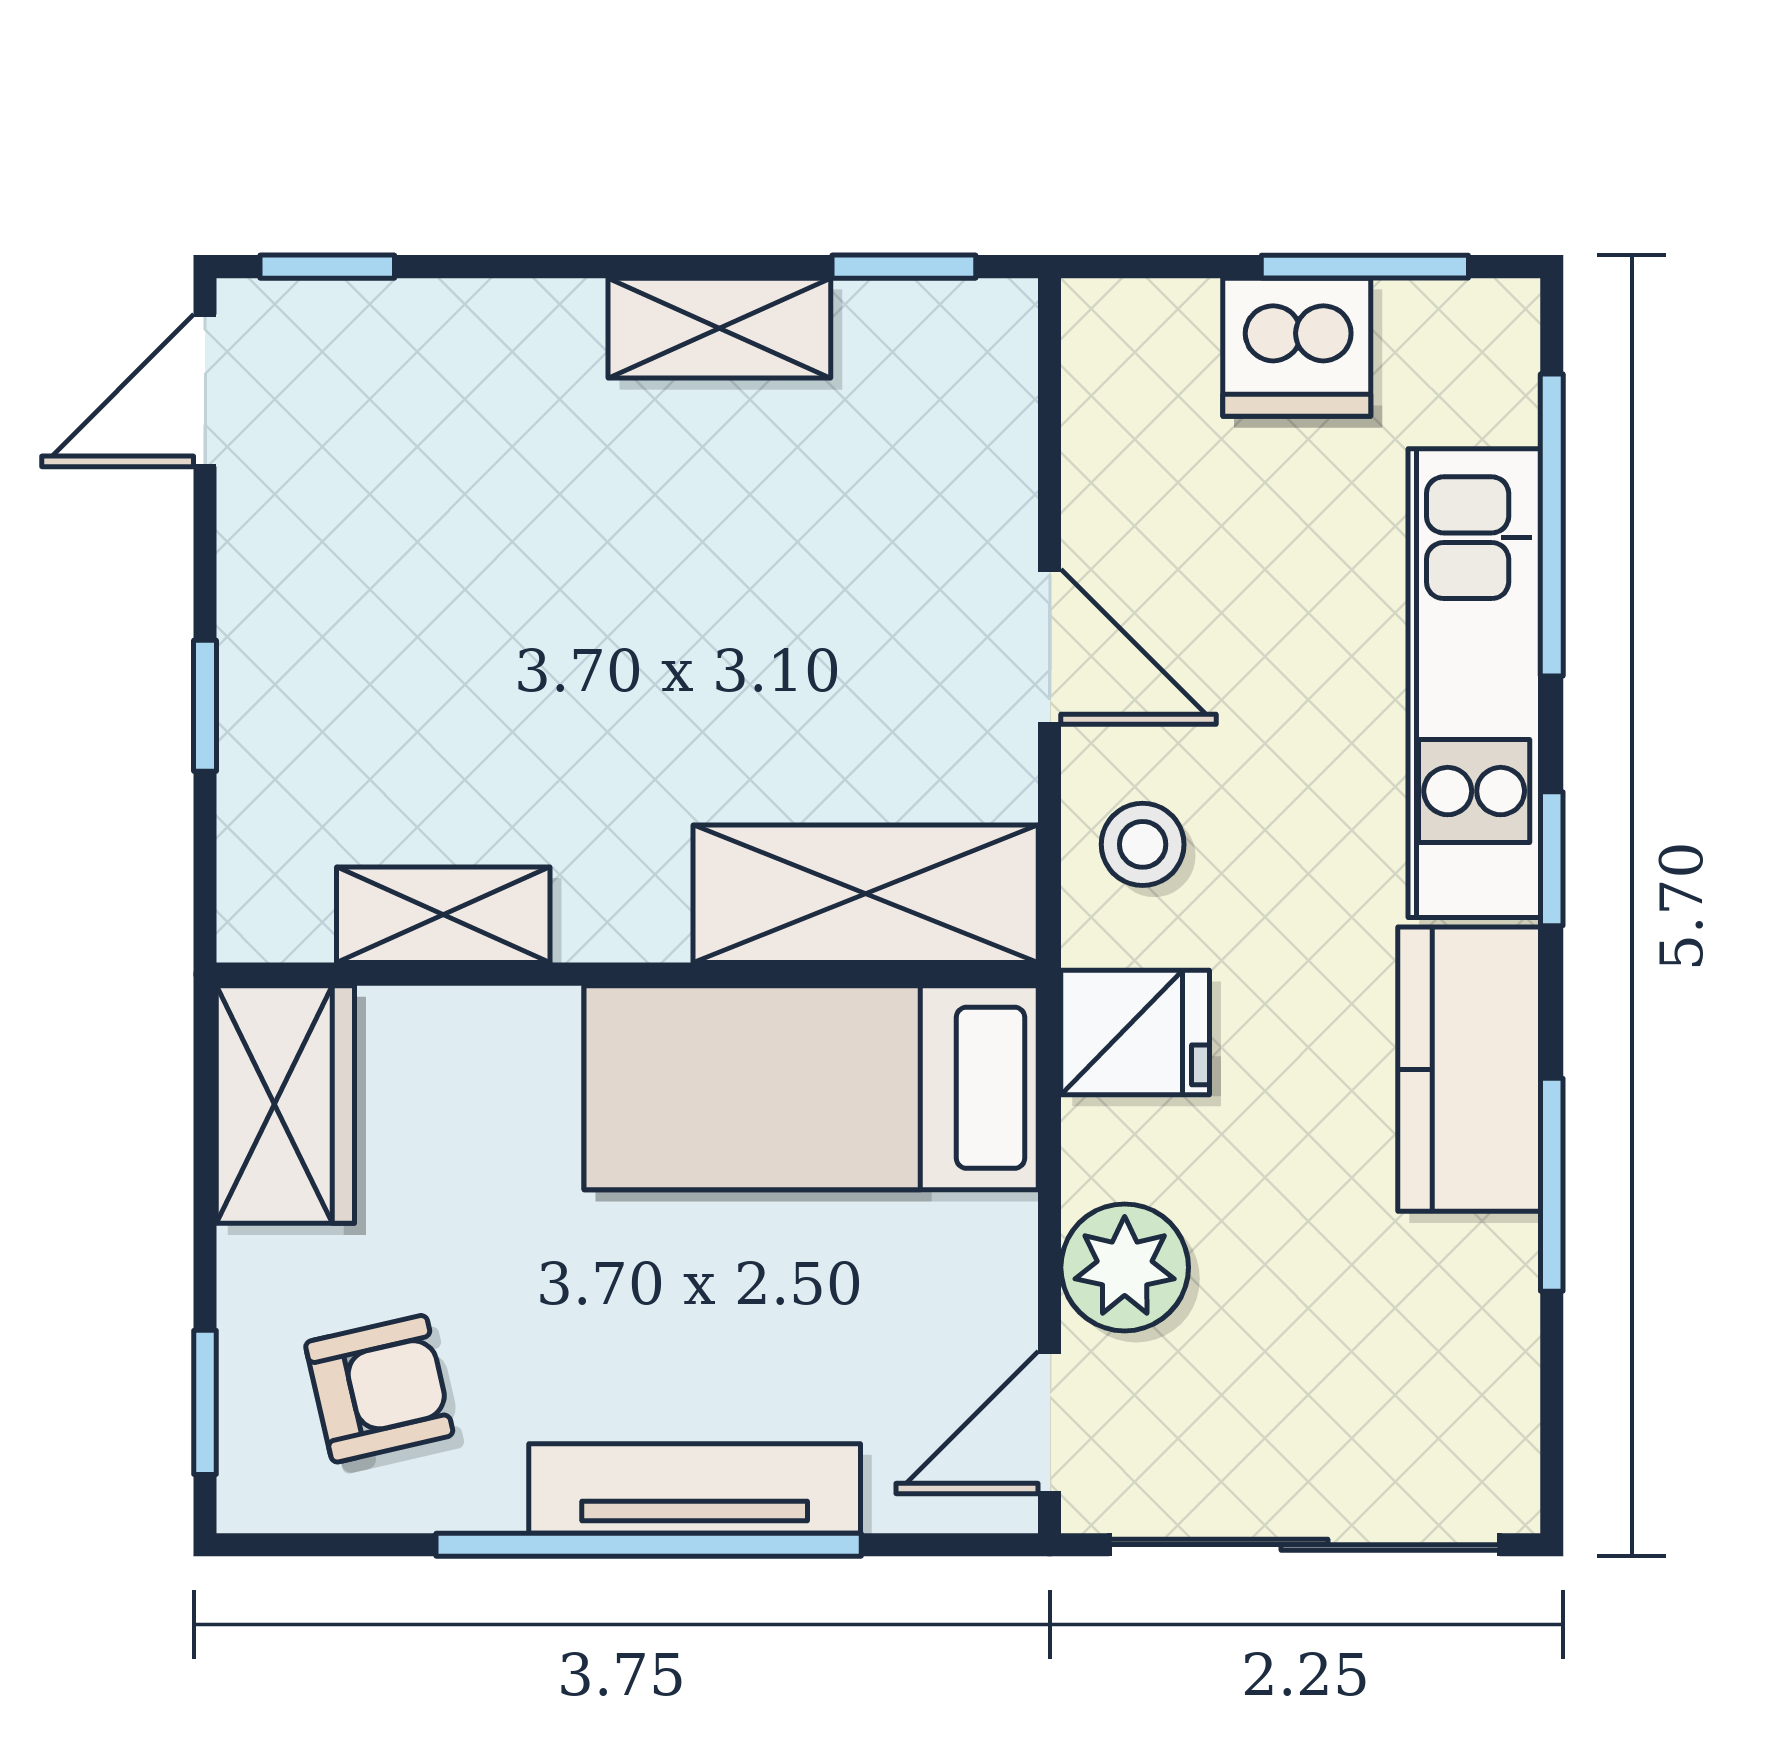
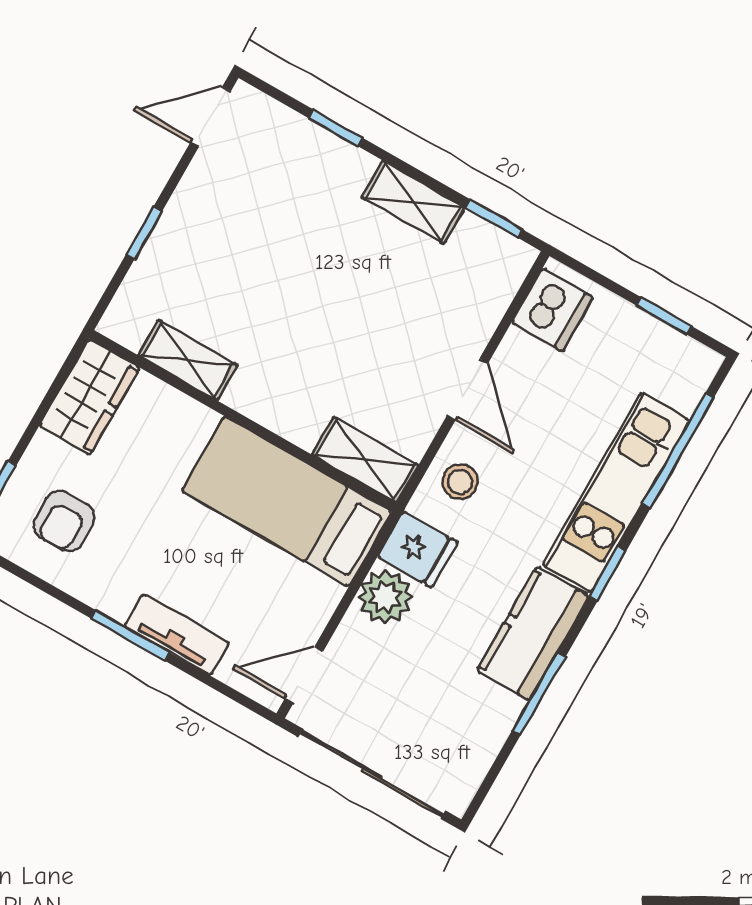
window: (327, 267) -> (335, 128), moved
window: (1365, 267) -> (664, 316), width x0.67
dishwasher: (1297, 347) -> (552, 310), moved, turned -90
shelving: (866, 894) -> (365, 460), width x0.67, depth x0.75
plant: (1125, 1267) -> (385, 597), moved
armchair: (379, 1389) -> (64, 521), turned 102
tv unit: (695, 1488) -> (177, 635), width x0.71
window: (649, 1545) -> (130, 636), width x0.47

